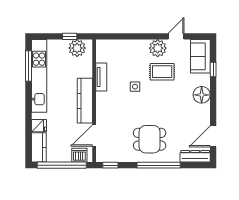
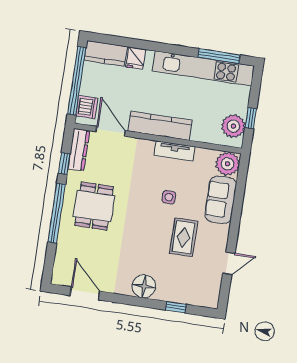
door: (176, 36) -> (229, 263), hinge flipped
plant: (158, 48) -> (228, 164), moved
sofa: (200, 56) -> (221, 200), moved, turned -90
tv unit: (101, 77) -> (174, 151), moved
dresser: (195, 156) -> (79, 150), moved
window: (110, 165) -> (64, 164), moved

